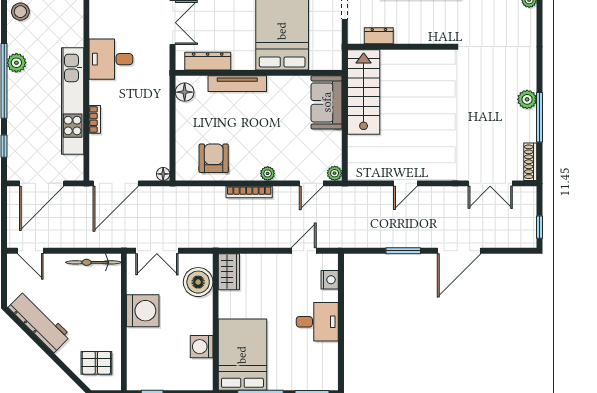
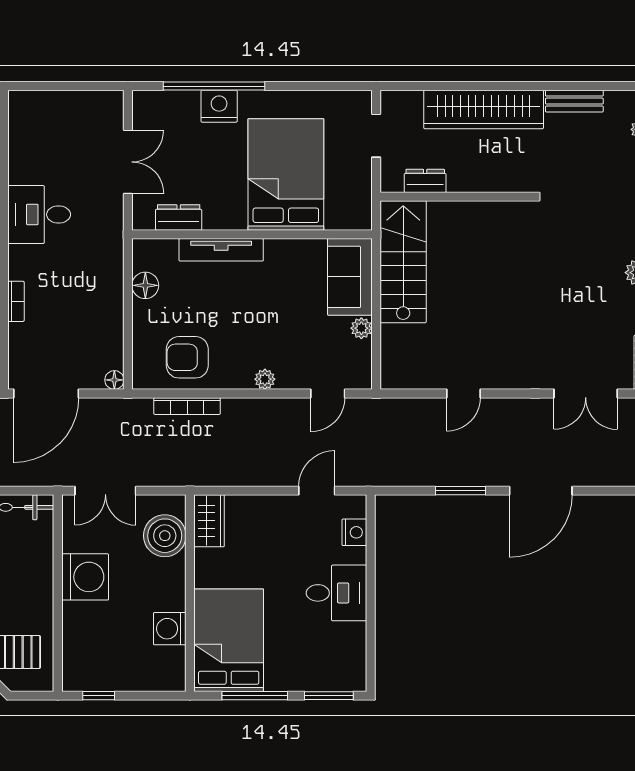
dresser: (208, 61) -> (179, 217), width x0.70
floor lamp: (185, 92) -> (145, 285), moved
armchair: (214, 158) -> (187, 357), turned -90
plant: (335, 173) -> (361, 328), moved
bookcase: (249, 192) -> (187, 406), moved

